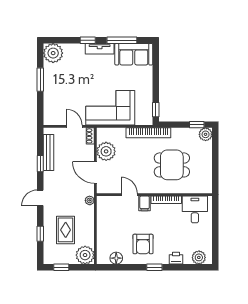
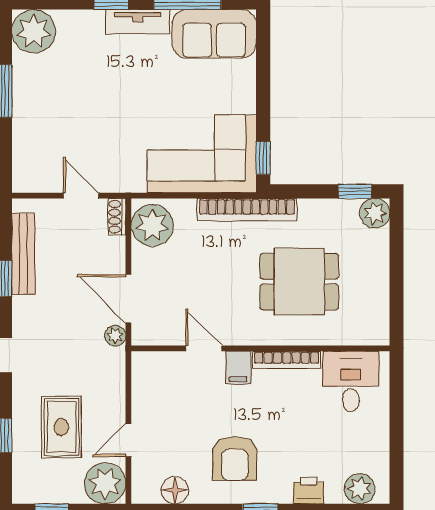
corner sofa: (110, 108) -> (202, 154), moved
plant: (106, 151) -> (152, 225), moved
plant: (90, 200) -> (115, 336), moved
door: (95, 236) -> (128, 440), added

